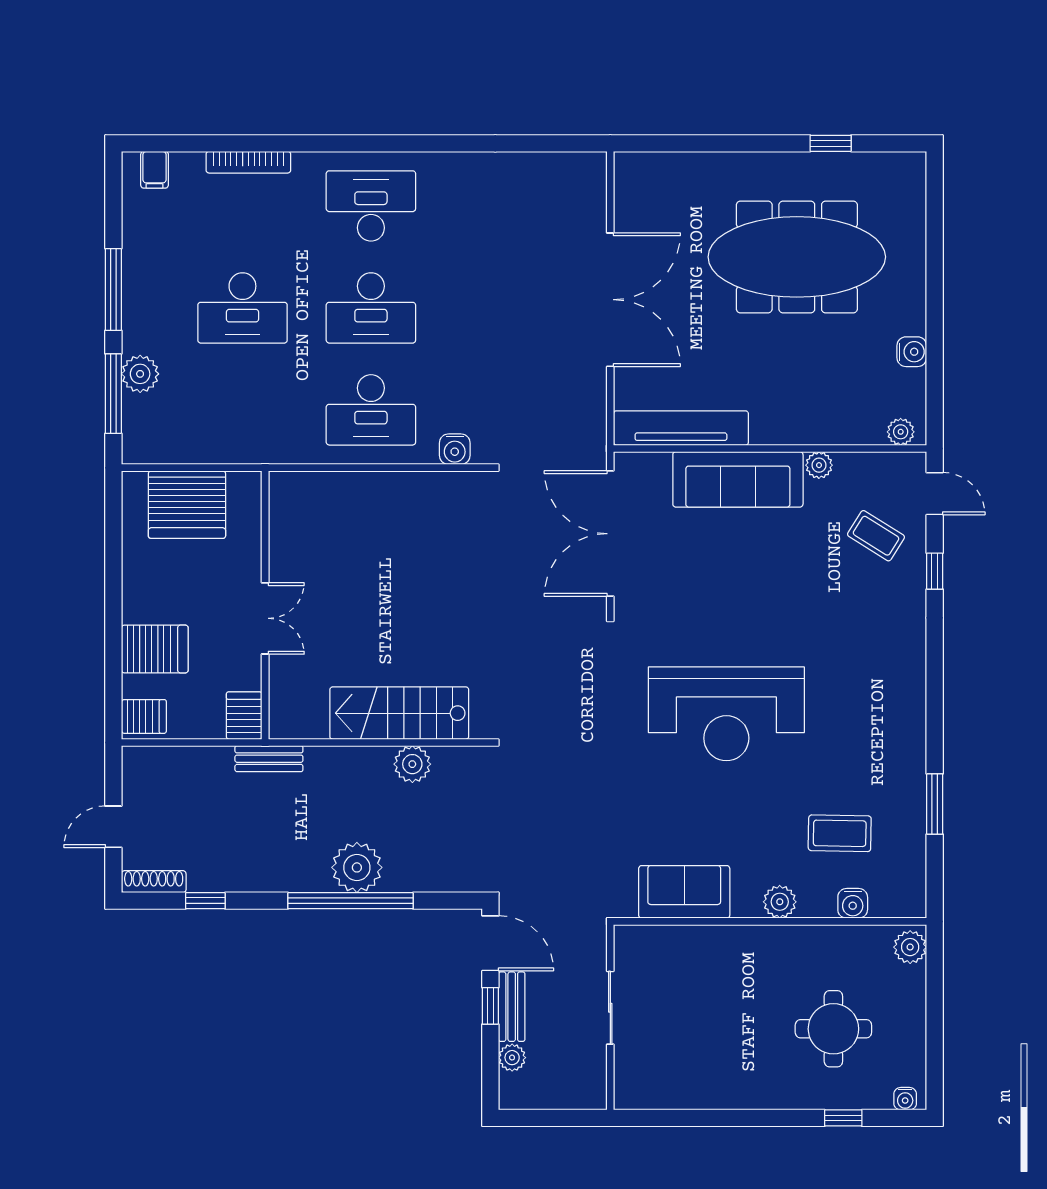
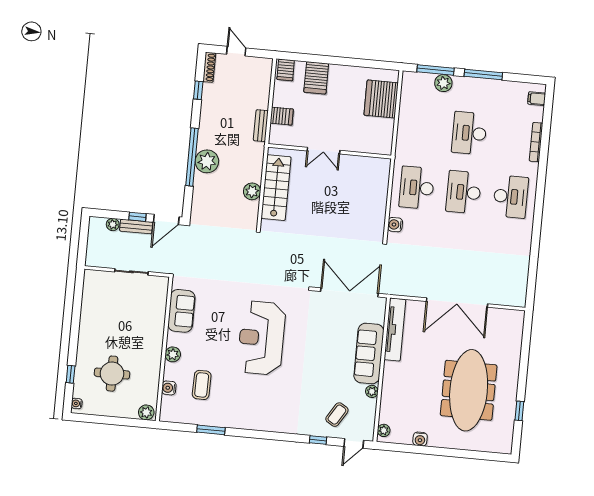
wall: (265, 605) -> (330, 151), moved
double door: (265, 618) -> (324, 151), moved

